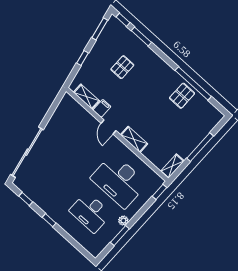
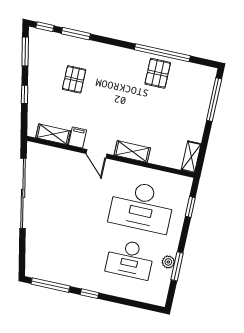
window: (200, 147) -> (214, 100), moved
sliding door: (27, 152) -> (23, 193), moved
window: (159, 192) -> (190, 207), moved
window: (26, 199) -> (50, 285), width x2.17
plant: (123, 221) -> (168, 262), moved

